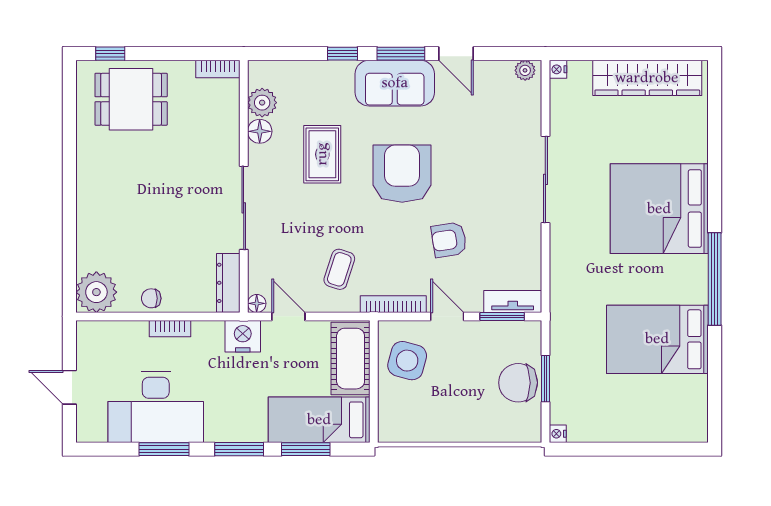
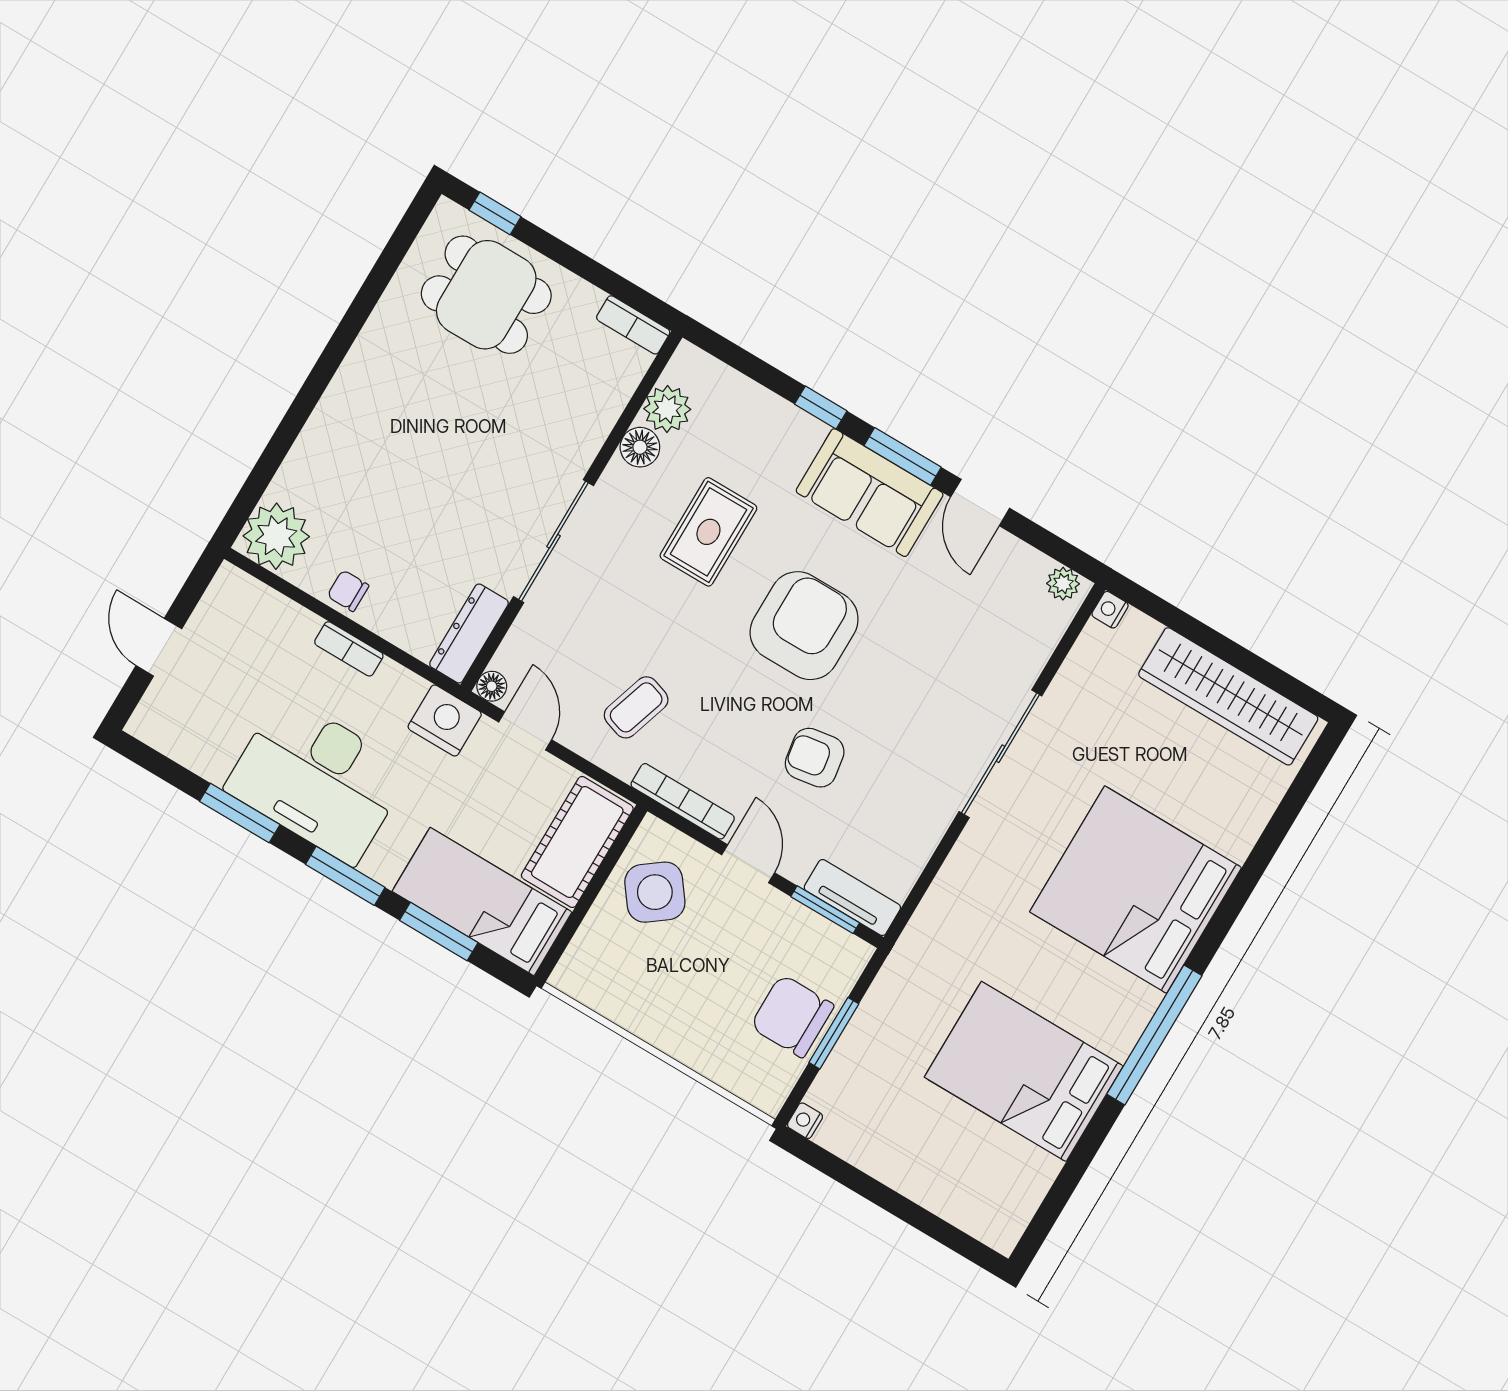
side table: (407, 361) -> (655, 892), turned 38
desk: (156, 407) -> (318, 779), moved

